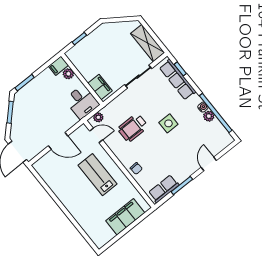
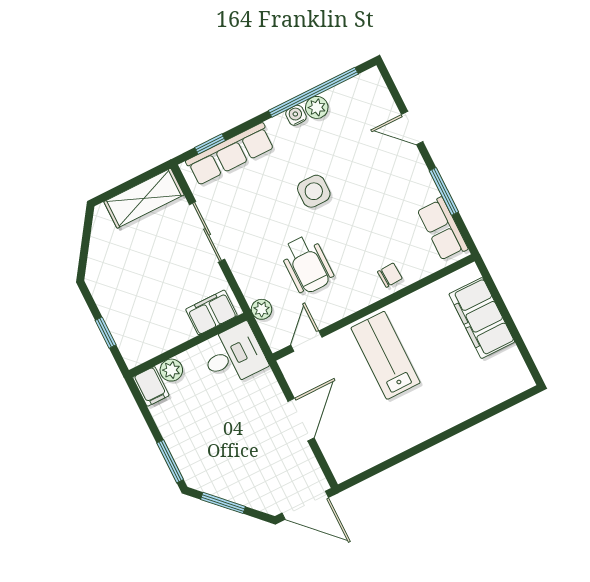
plant: (98, 117) -> (262, 309), moved
lab bench: (97, 175) -> (386, 355), turned 90

